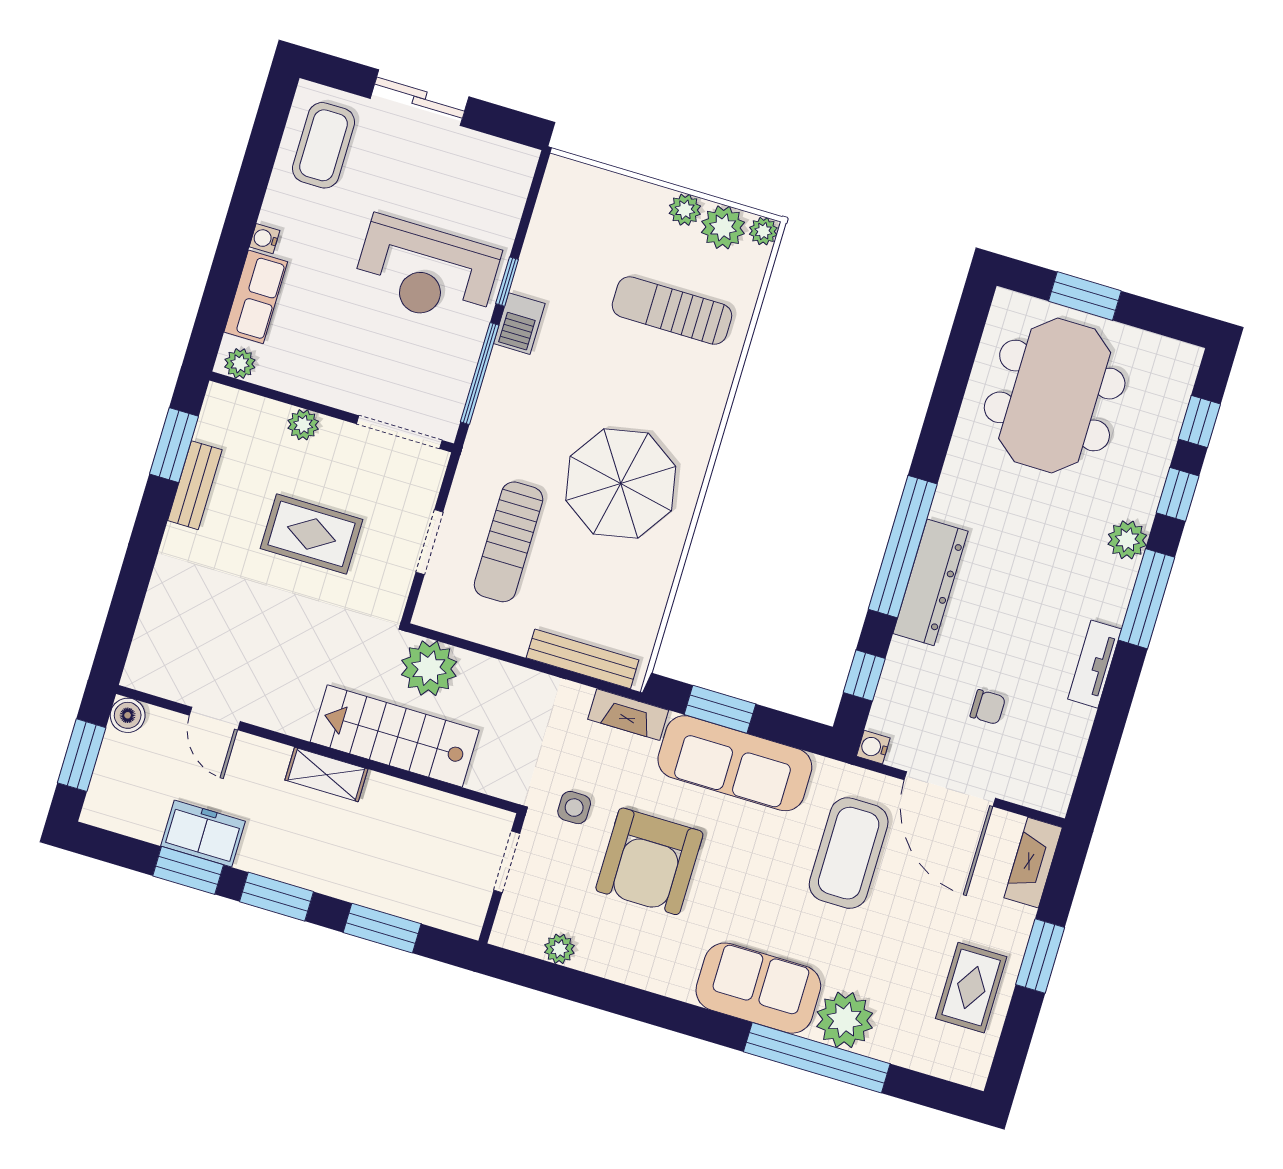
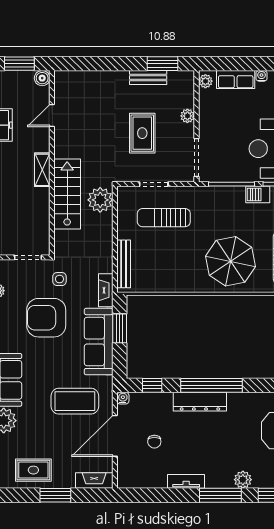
parasol: (621, 483) -> (230, 261), moved

